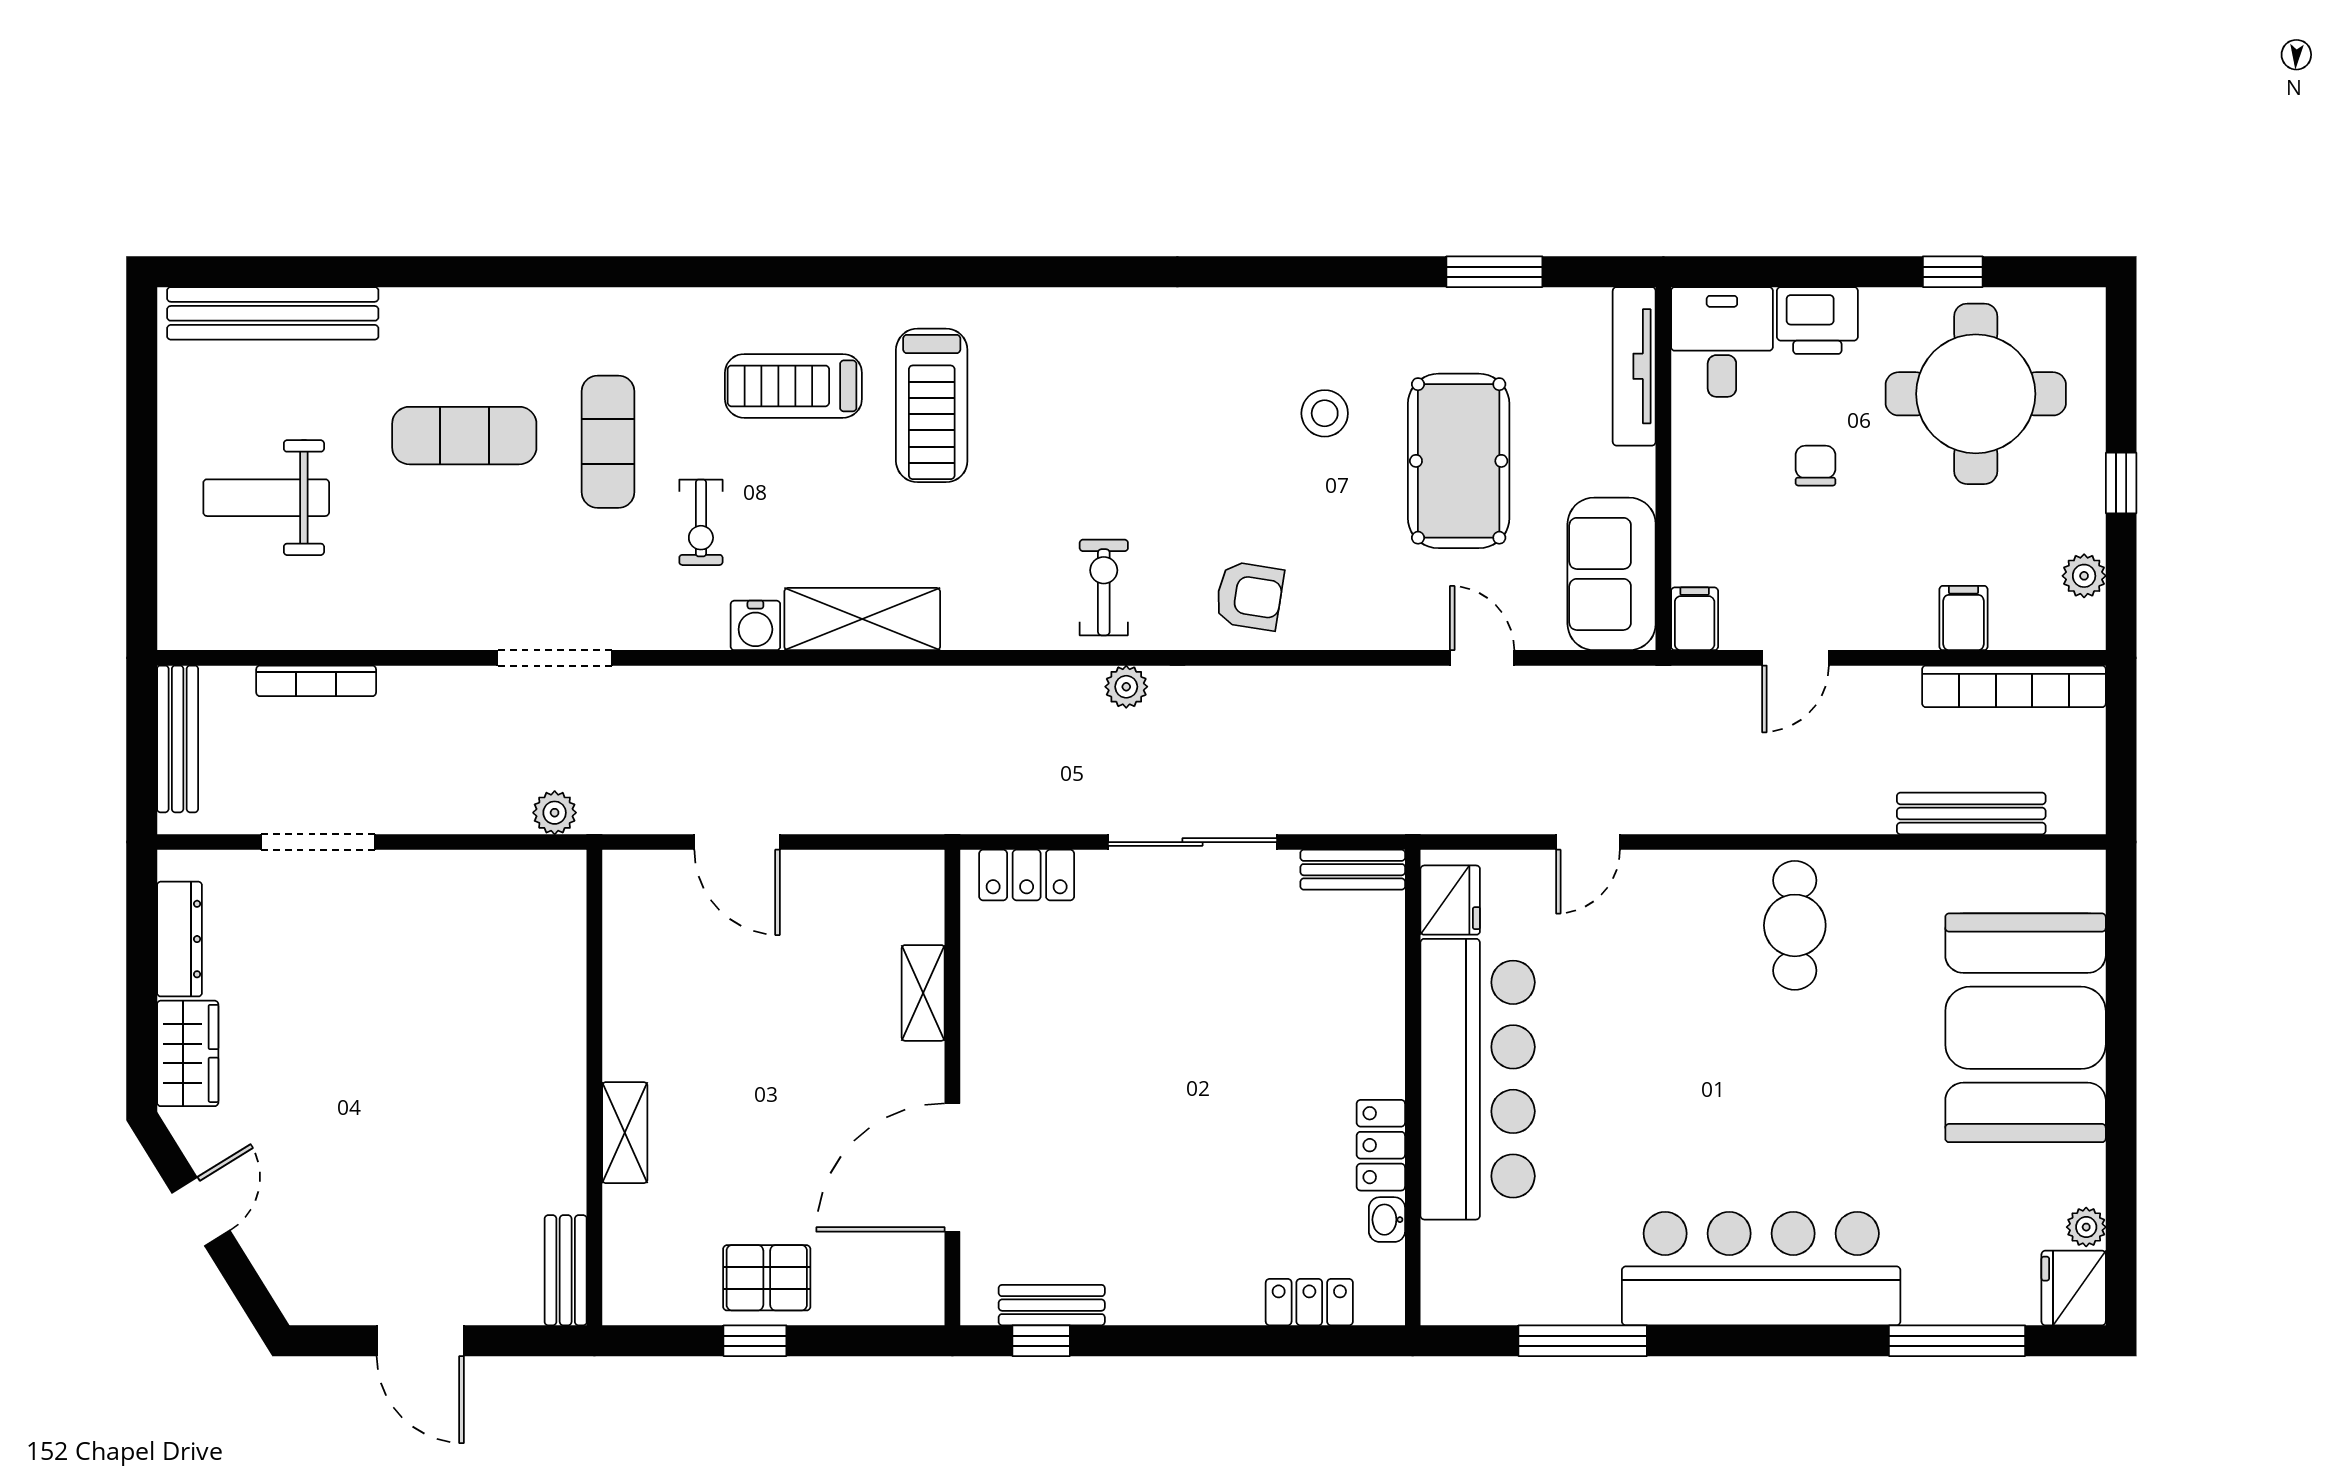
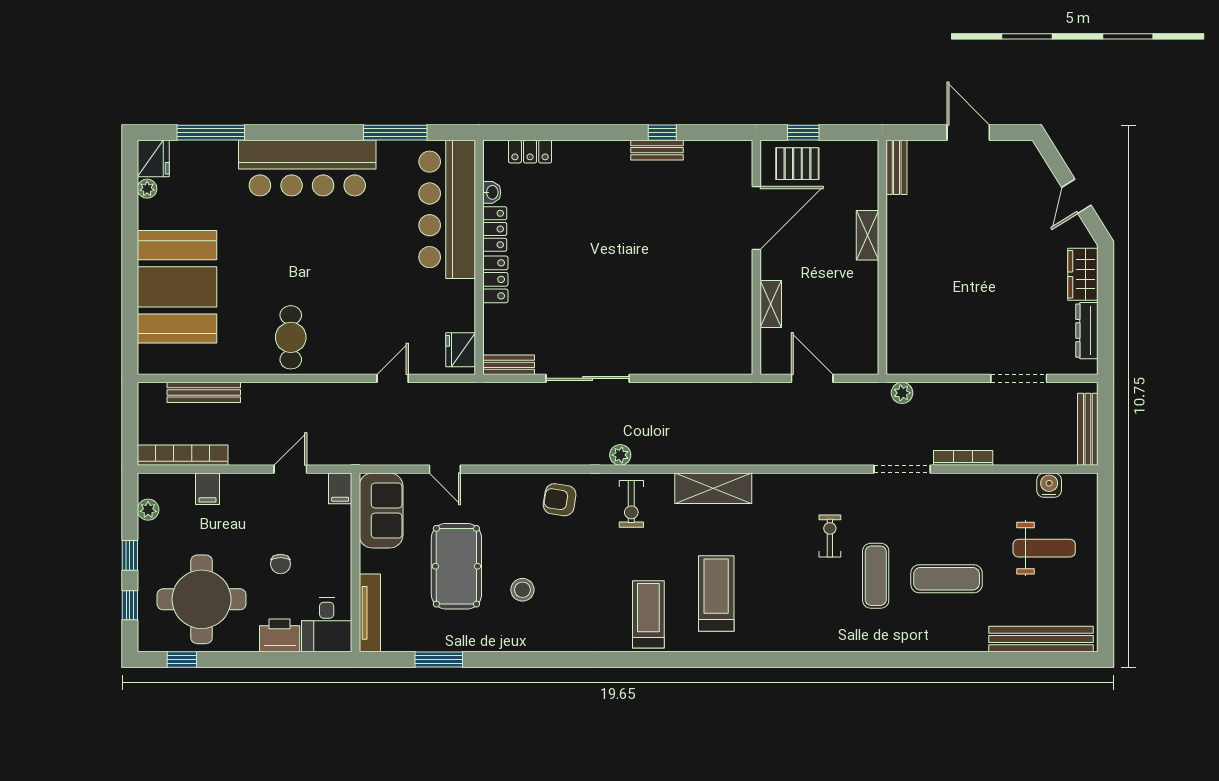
window: (1953, 272) -> (182, 660), moved
window: (2121, 382) -> (130, 605), added
treadmill: (793, 386) -> (648, 614), moved, turned -90
shelving: (862, 619) -> (713, 488), moved
water cooler: (755, 625) -> (1049, 485), moved
bookcase: (316, 681) -> (963, 458), moved
locker: (1027, 875) -> (495, 279), moved, turned 90
shelving: (923, 993) -> (771, 304), moved
bar counter: (1478, 1079) -> (447, 209), moved
wall: (952, 1088) -> (756, 257), moved
door: (952, 1168) -> (756, 218), moved

